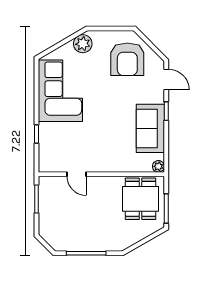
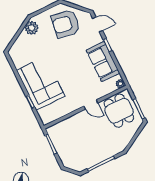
armchair: (127, 59) -> (66, 24), turned 99
corner sofa: (60, 91) -> (41, 83), moved
door: (77, 174) -> (91, 105), moved

